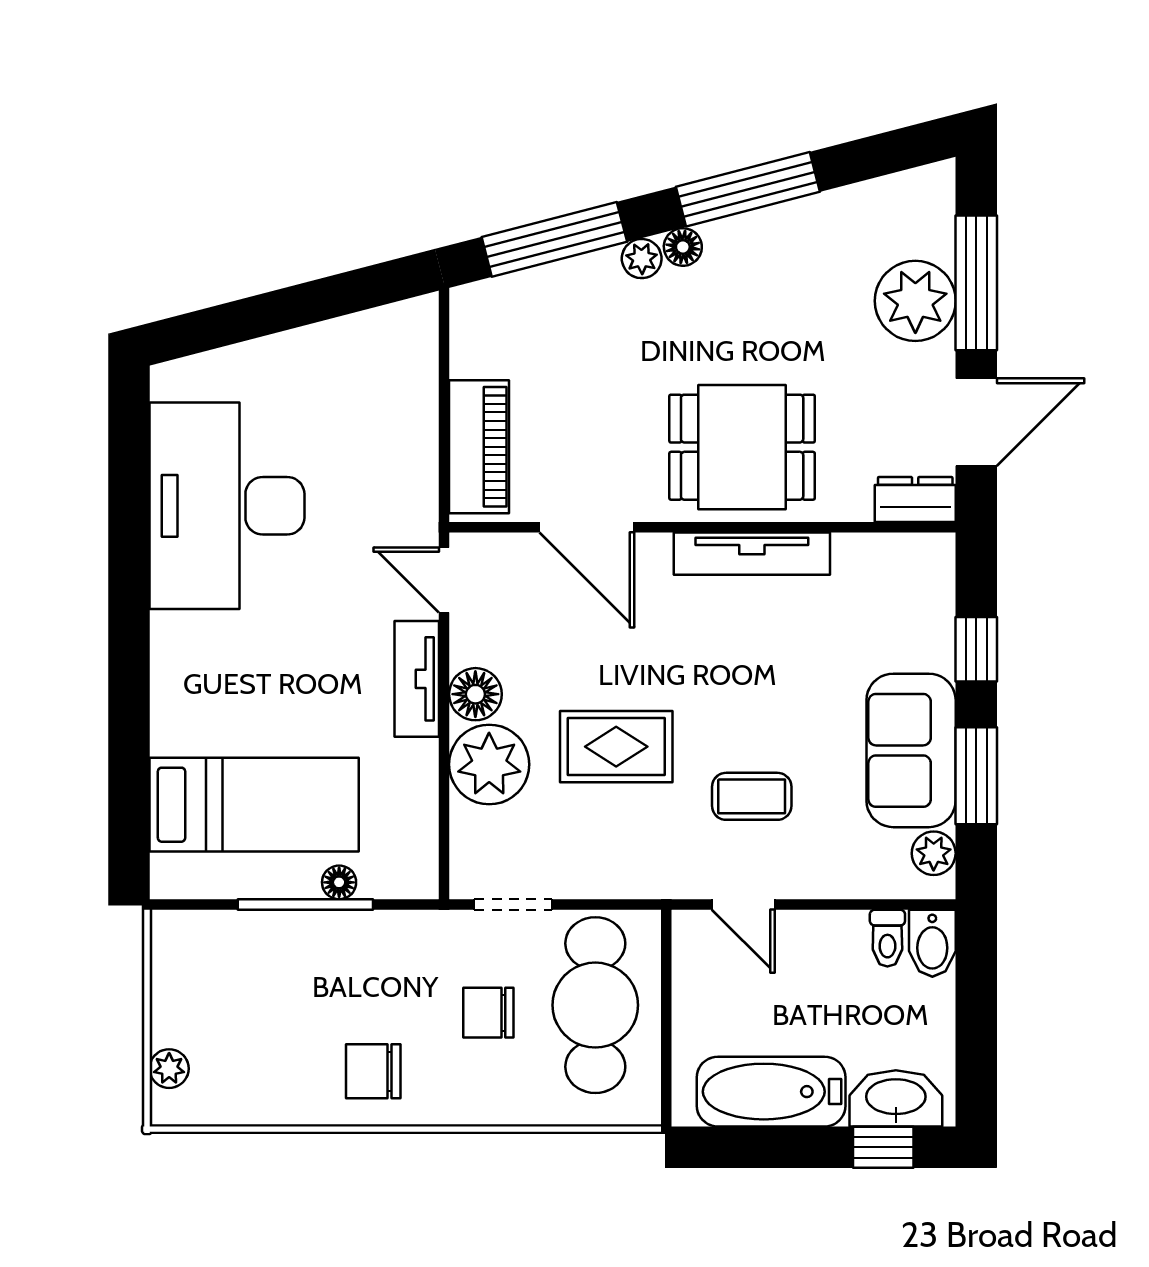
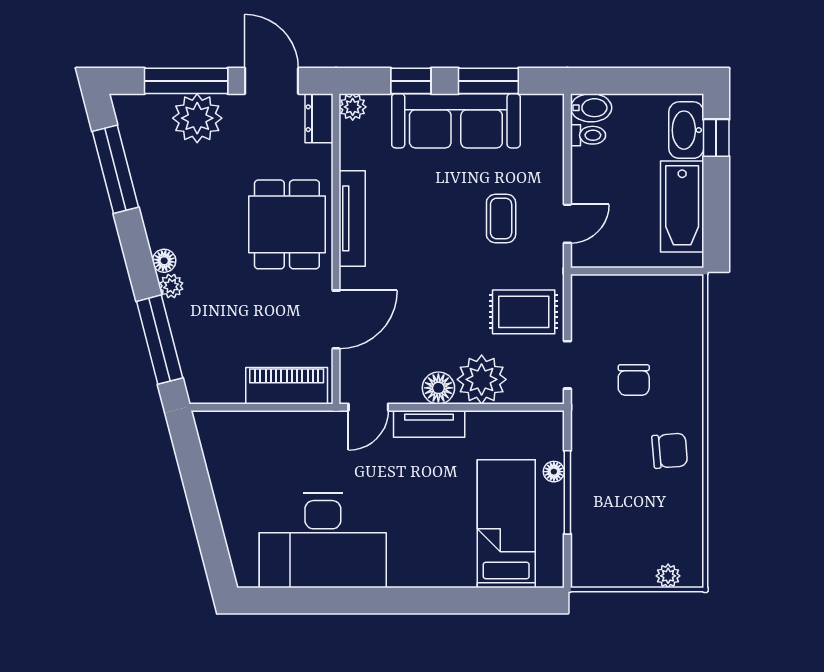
window: (748, 189) -> (115, 169), moved
rug: (616, 747) -> (524, 312), moved, turned 90
sofa: (911, 750) -> (456, 121), width x1.36
plant: (934, 853) -> (353, 107), moved
cafe table: (595, 1005) -> (629, 314), removed
chair: (373, 1071) -> (670, 451), turned -95

